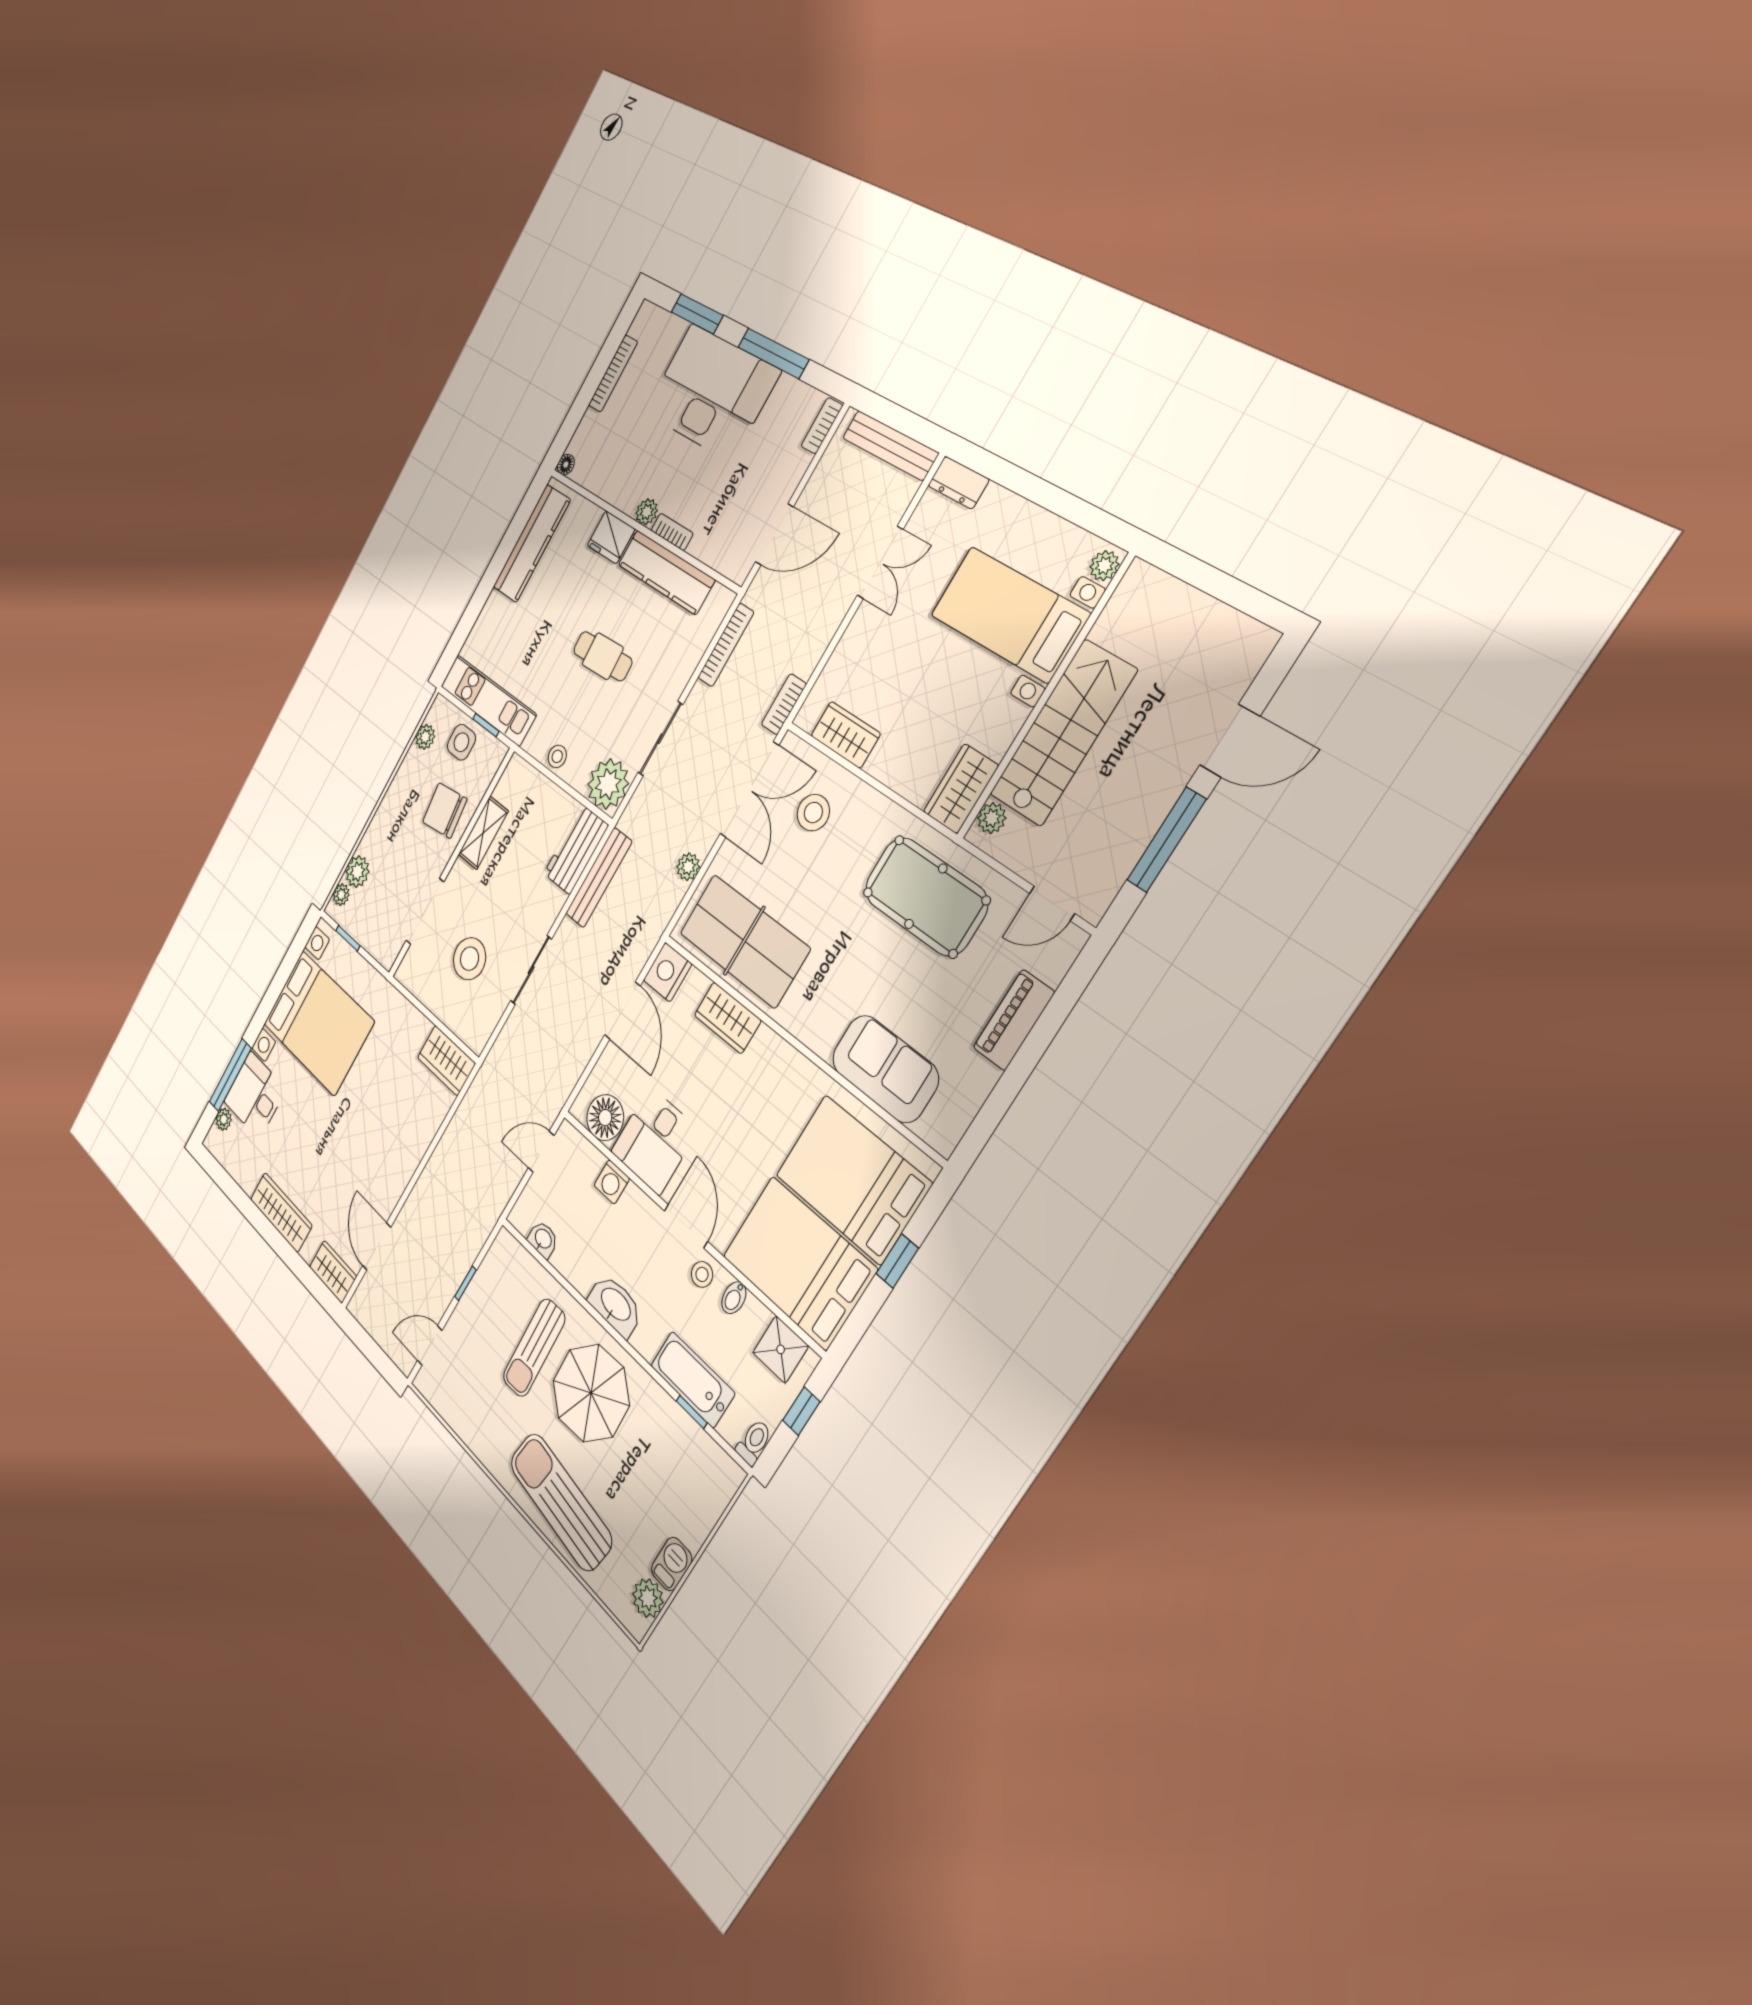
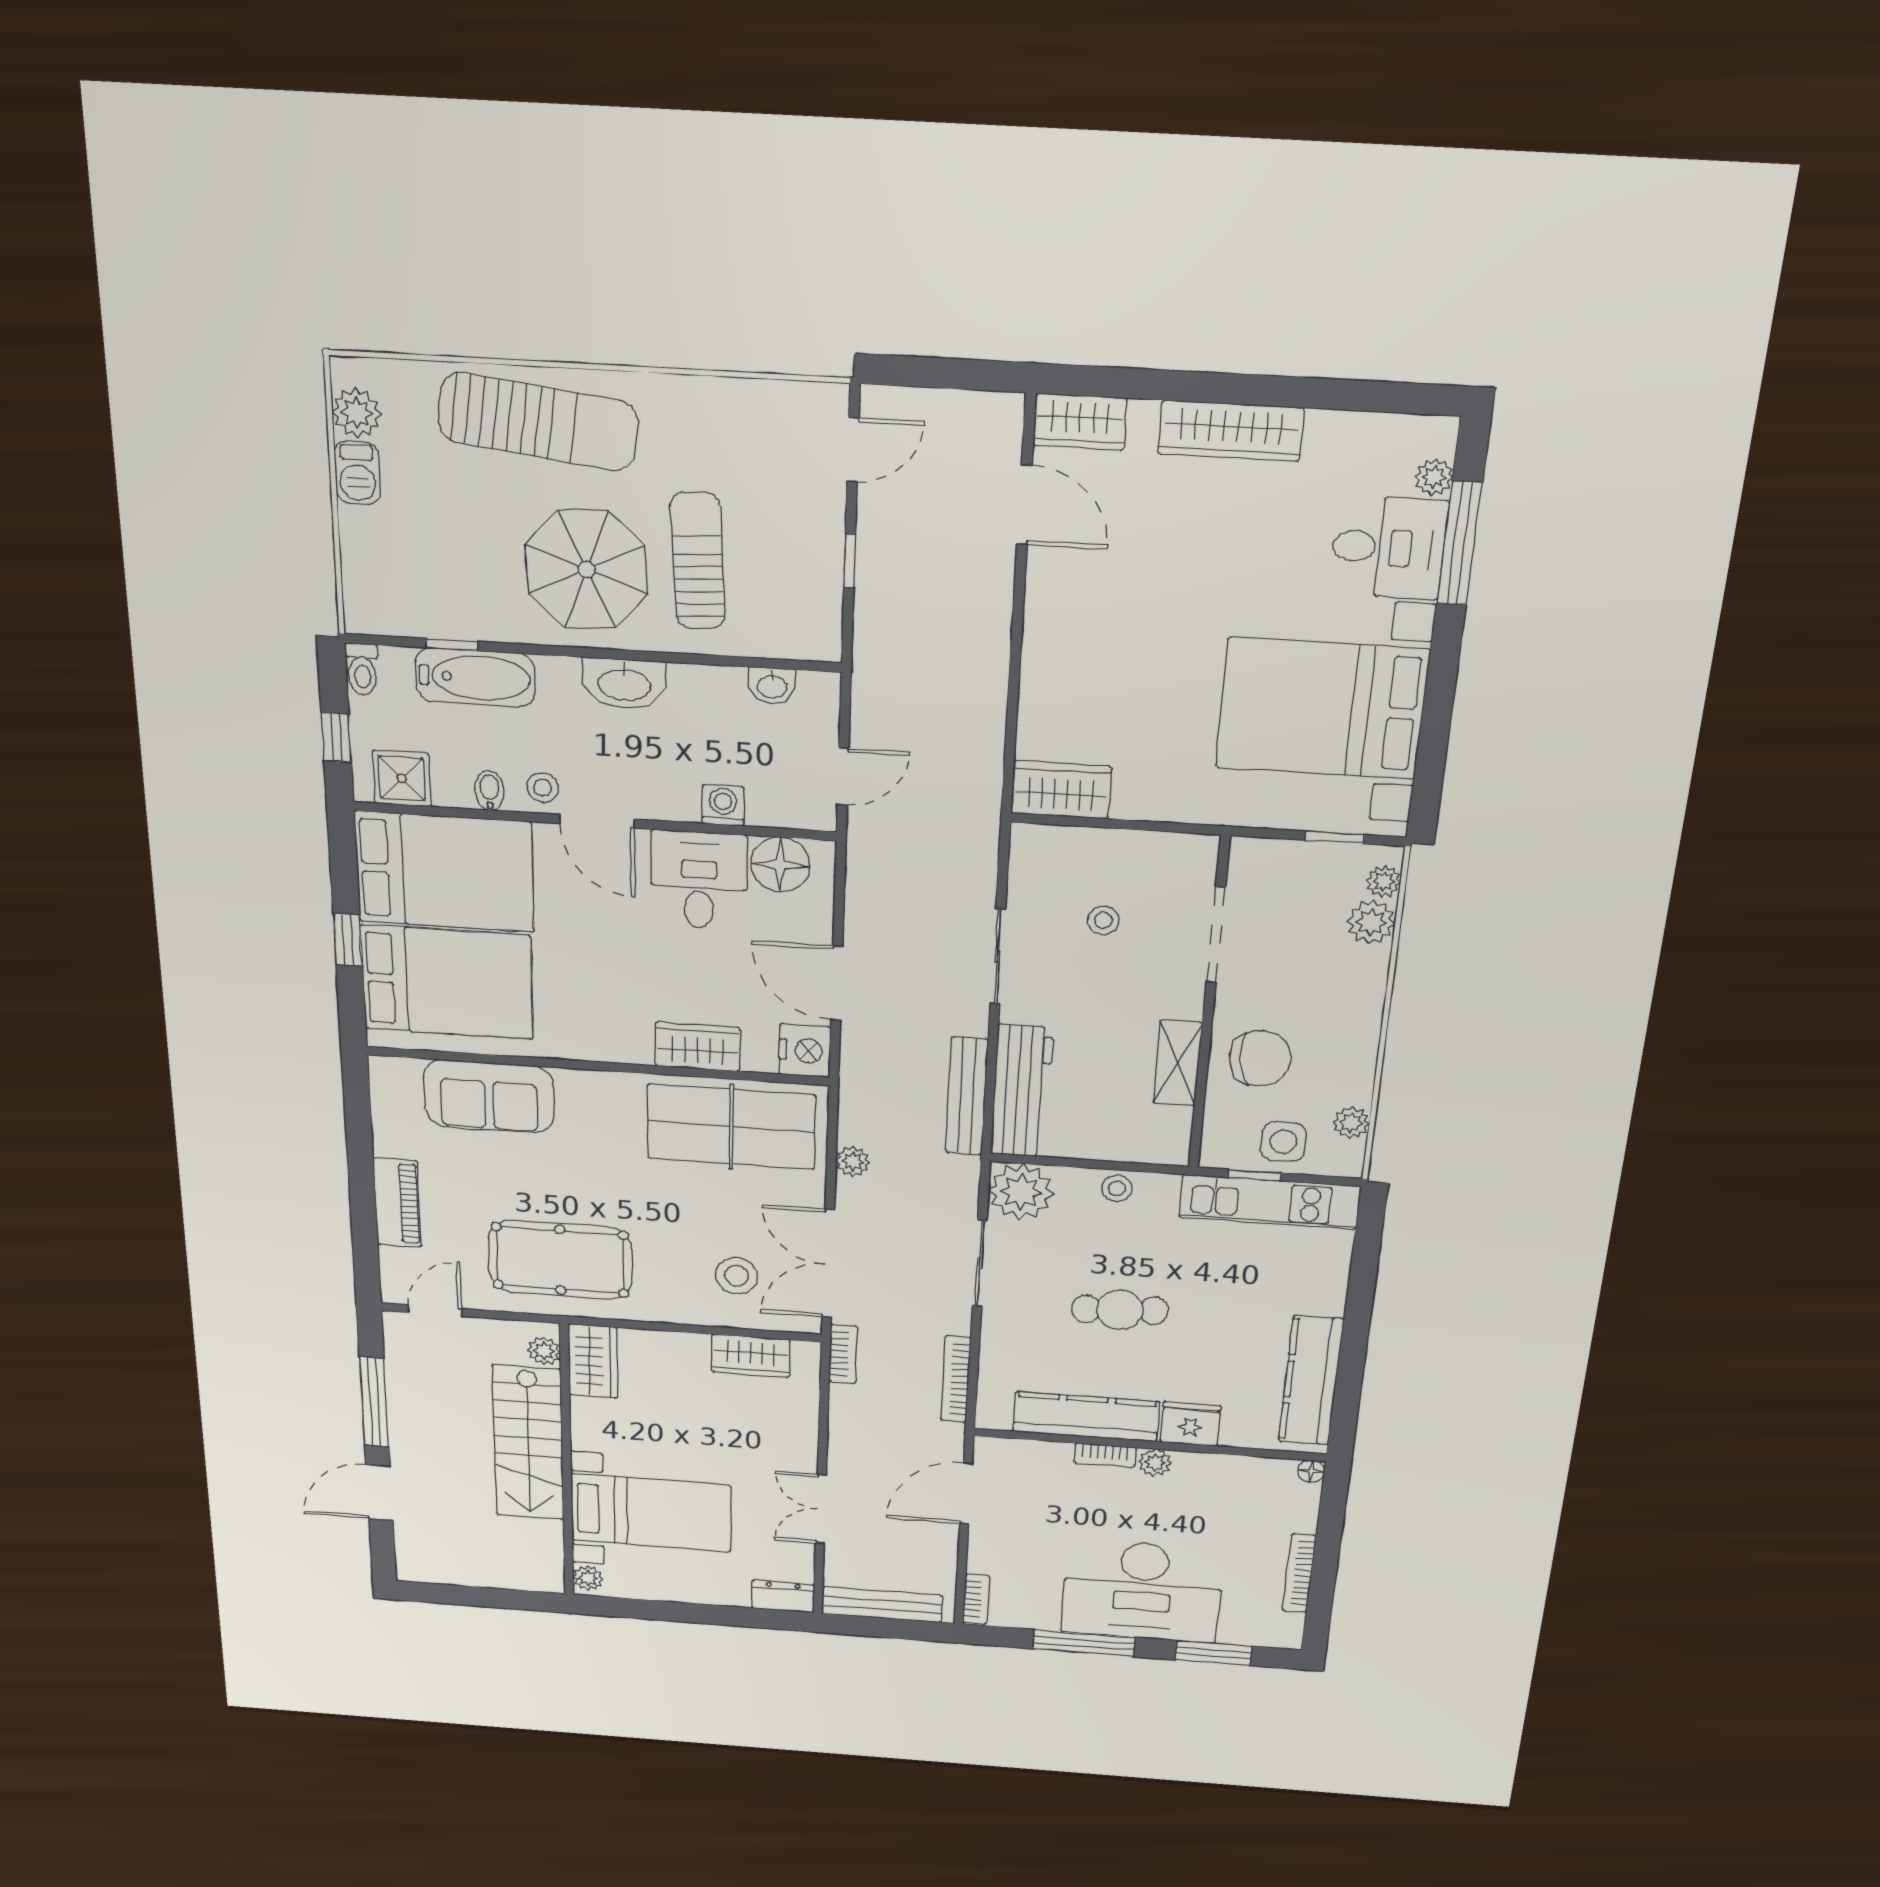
workbench: (576, 850) -> (1022, 1091), width x1.37
stool: (470, 959) -> (1103, 920), width x0.53, depth x0.53

